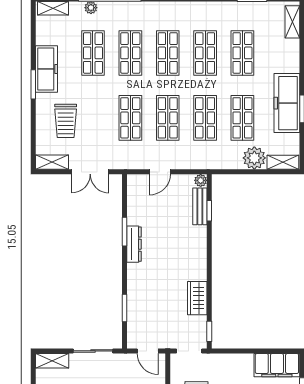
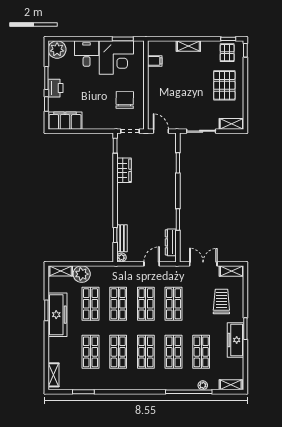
dresser: (134, 244) -> (171, 242), moved

